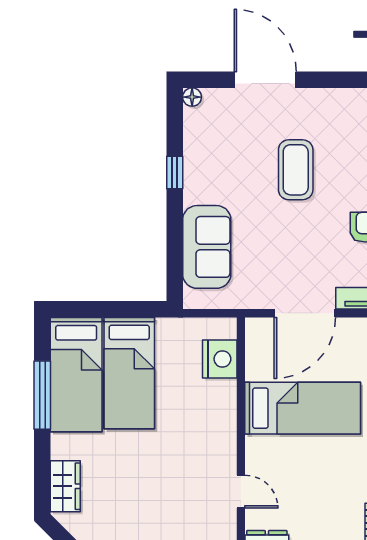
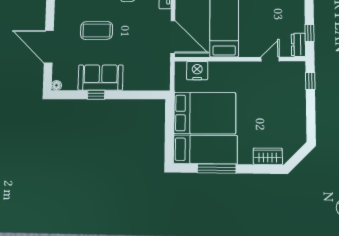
door: (265, 80) -> (49, 47), hinge flipped
sofa: (207, 247) -> (101, 78), moved
door: (305, 313) -> (173, 37), moved
bed: (129, 373) -> (205, 113), width x1.50

